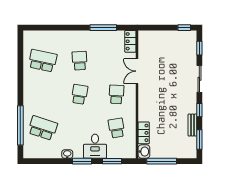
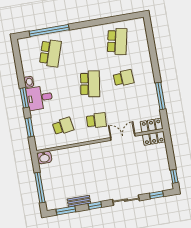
school desk: (80, 94) -> (90, 84), width x1.85
locker: (144, 133) -> (154, 138), moved
desk: (95, 146) -> (40, 98), moved
window: (162, 161) -> (40, 188), moved

